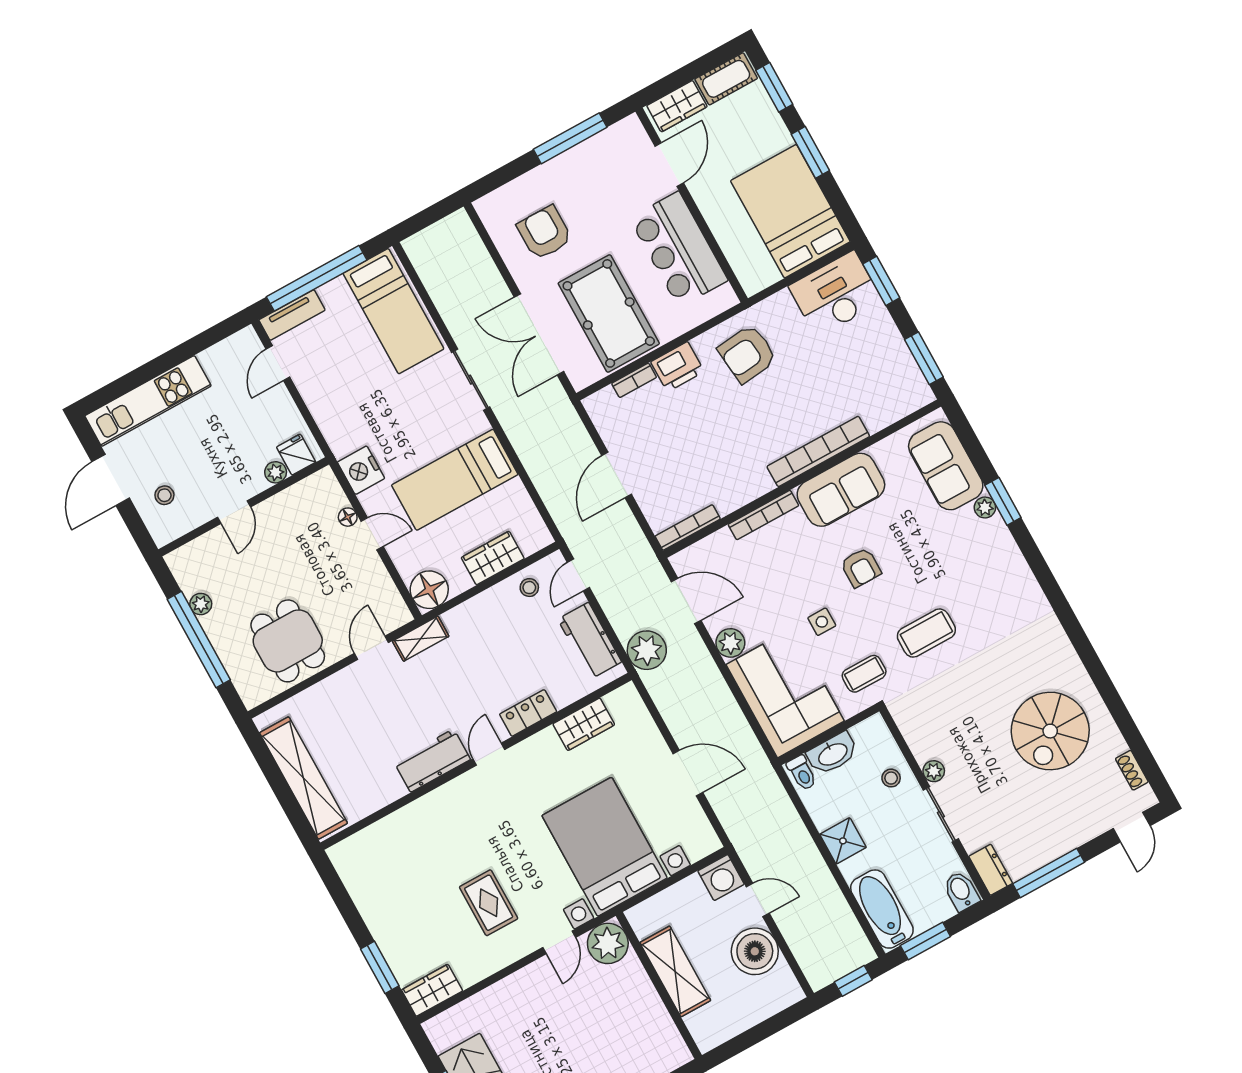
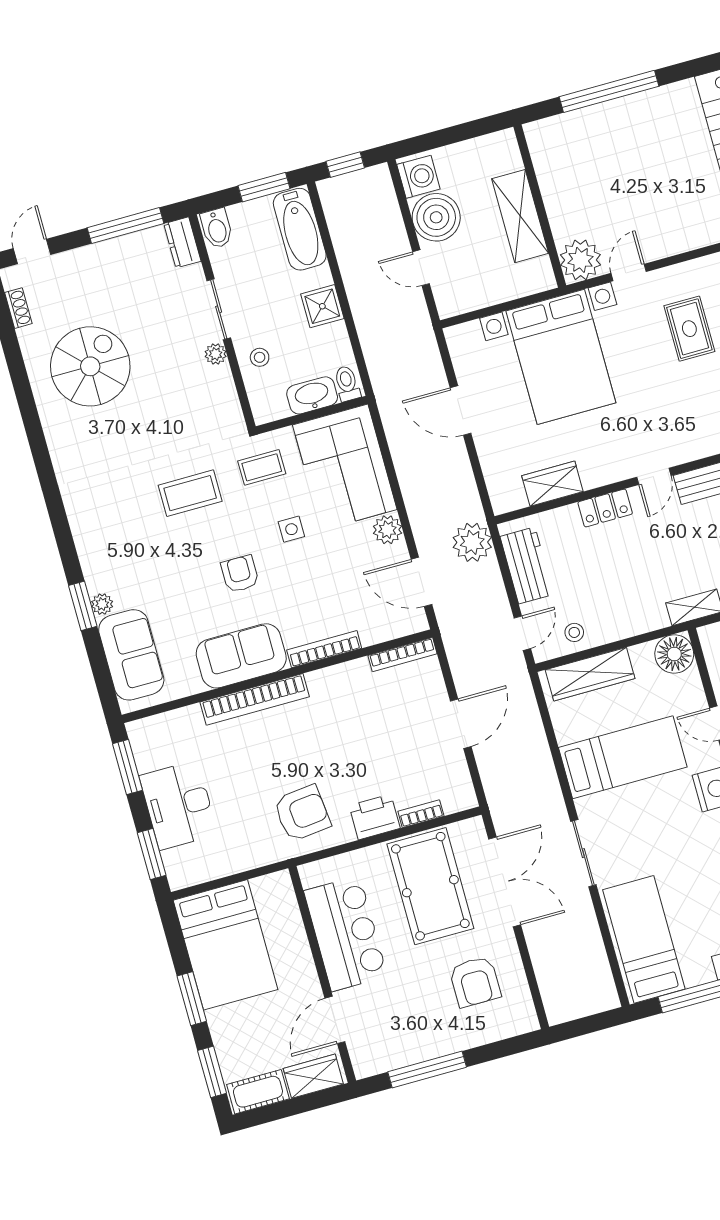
desk: (835, 294) -> (178, 805), moved, turned 90
wardrobe: (493, 558) -> (590, 674), width x1.50
washing machine: (721, 878) -> (418, 177), moved, turned 90

